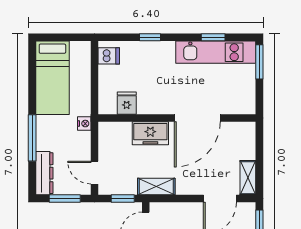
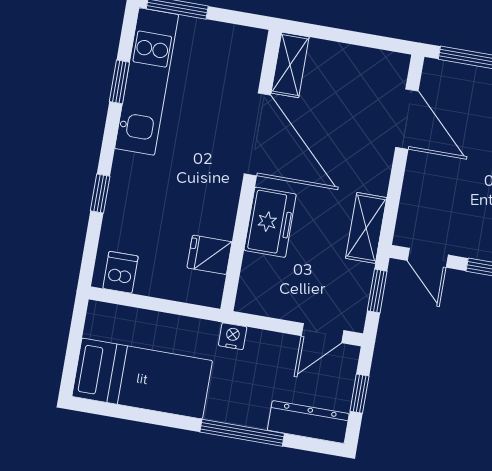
shelving: (248, 178) -> (290, 65), moved, turned 90
window: (65, 199) -> (359, 394), width x0.67

